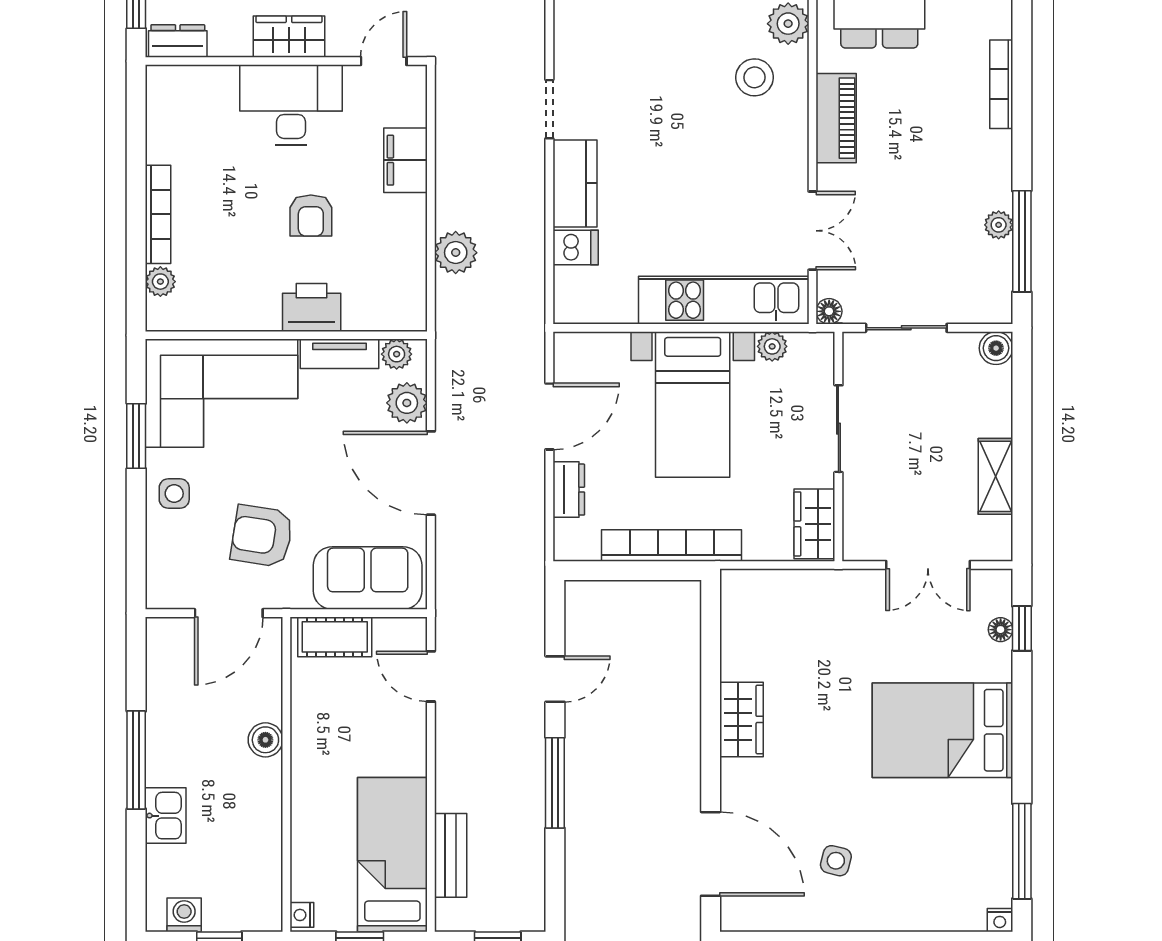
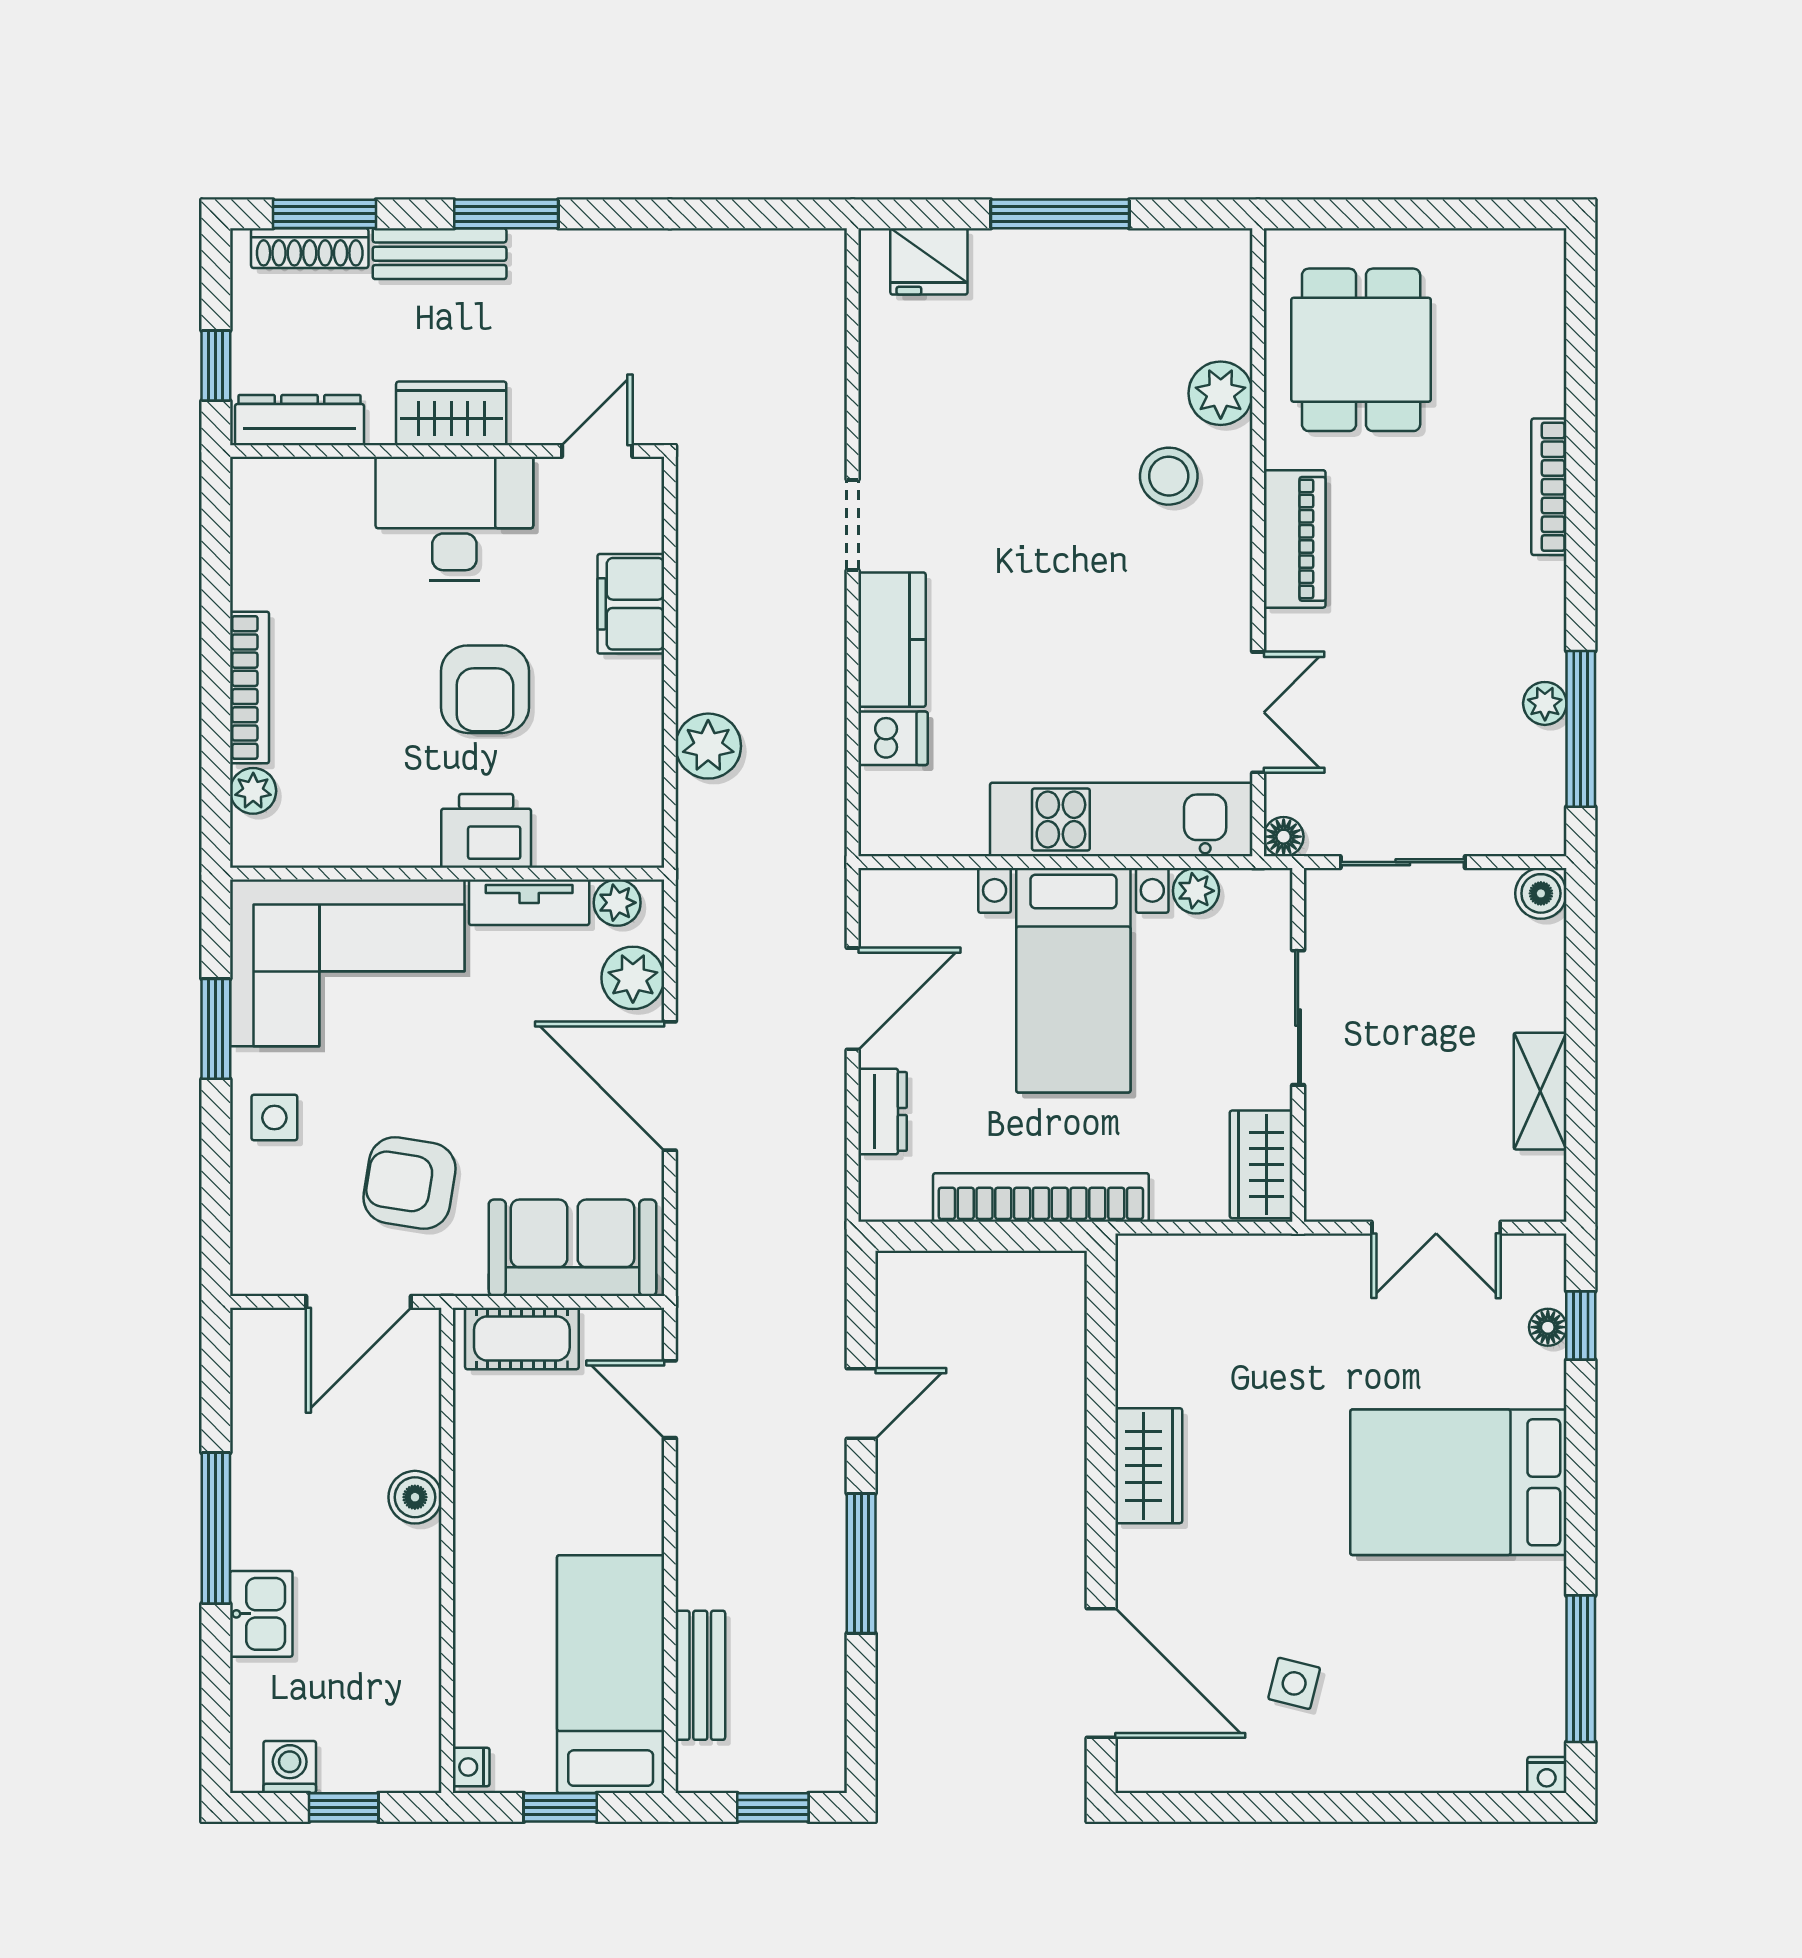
dresser: (178, 41) -> (299, 420), width x1.44
armchair: (311, 216) -> (485, 689), width x1.38, depth x1.38

